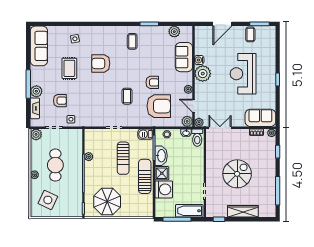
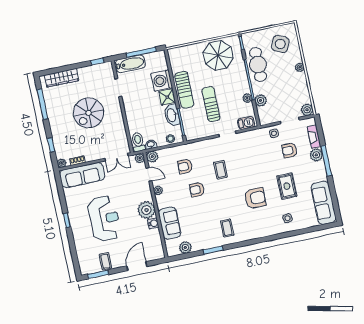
armchair: (159, 106) -> (185, 166), width x0.53, depth x0.53
sofa: (260, 118) -> (82, 175), width x1.36
barbecue: (145, 134) -> (246, 123), moved
plant: (77, 152) -> (261, 100), added
cafe table: (55, 165) -> (258, 65), moved
wardrobe: (243, 211) -> (62, 78), moved

